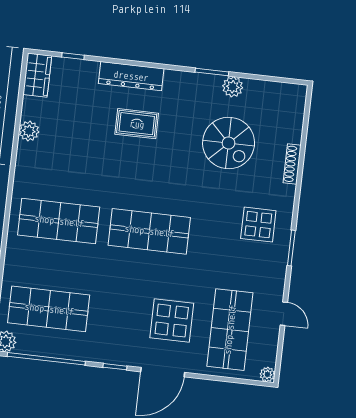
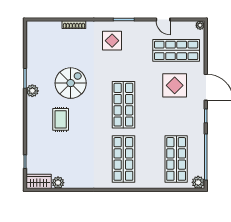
dresser: (131, 76) -> (33, 126), removed
plant: (233, 87) -> (32, 91), moved
plant: (29, 131) -> (58, 183), moved
spiral stairs: (229, 143) -> (71, 83), moved
door: (284, 314) -> (163, 20), swing flipped

